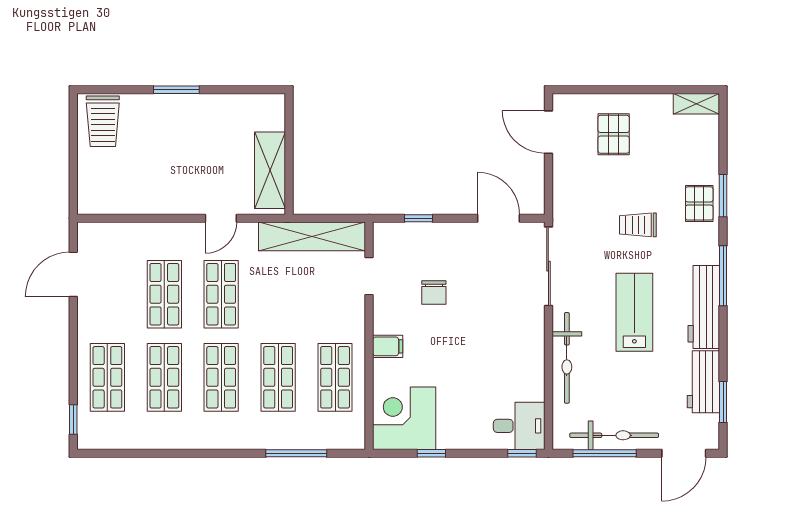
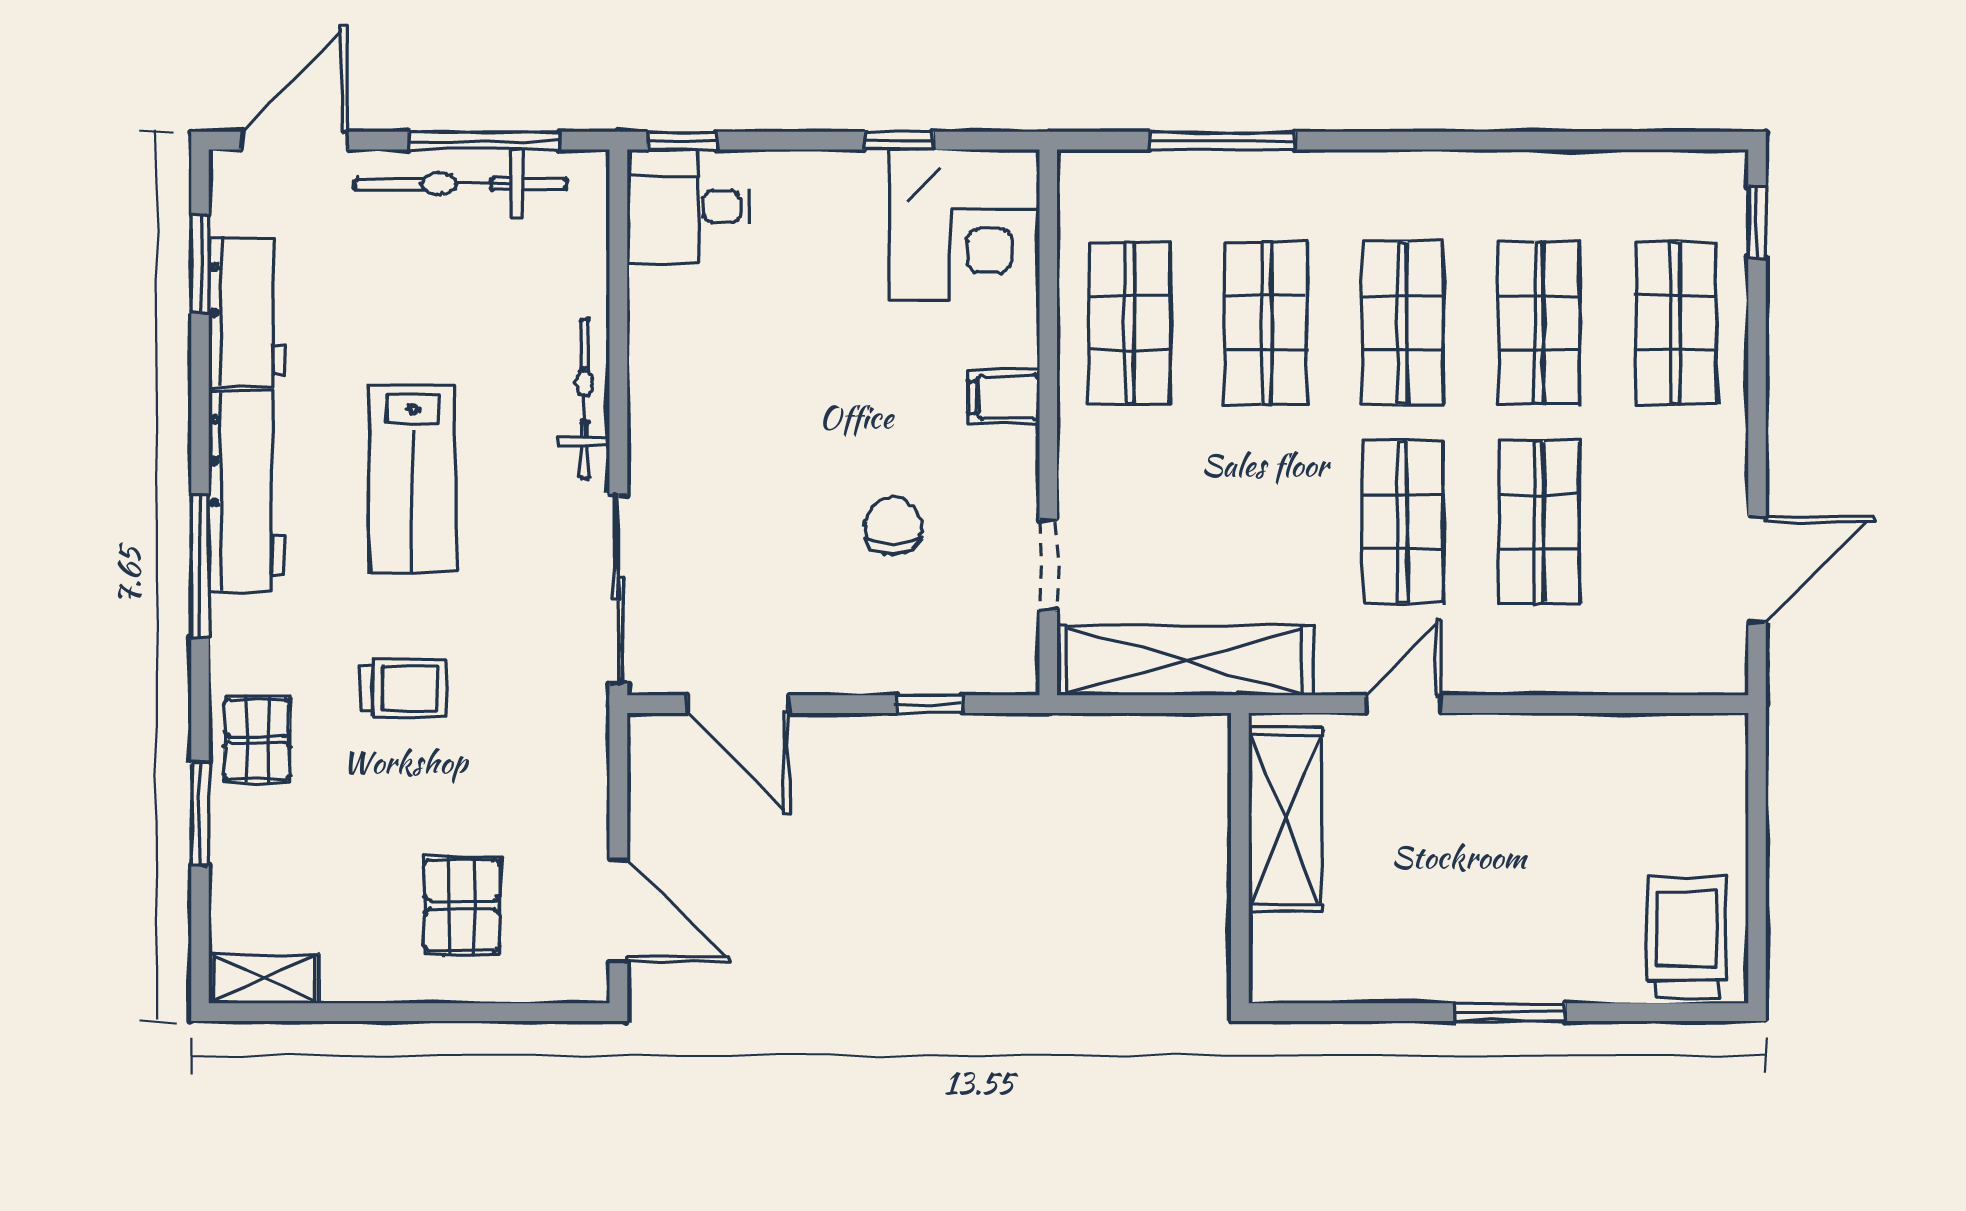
window: (723, 196) -> (200, 814), moved
bicycle: (567, 358) -> (584, 399), width x0.73, depth x0.71

